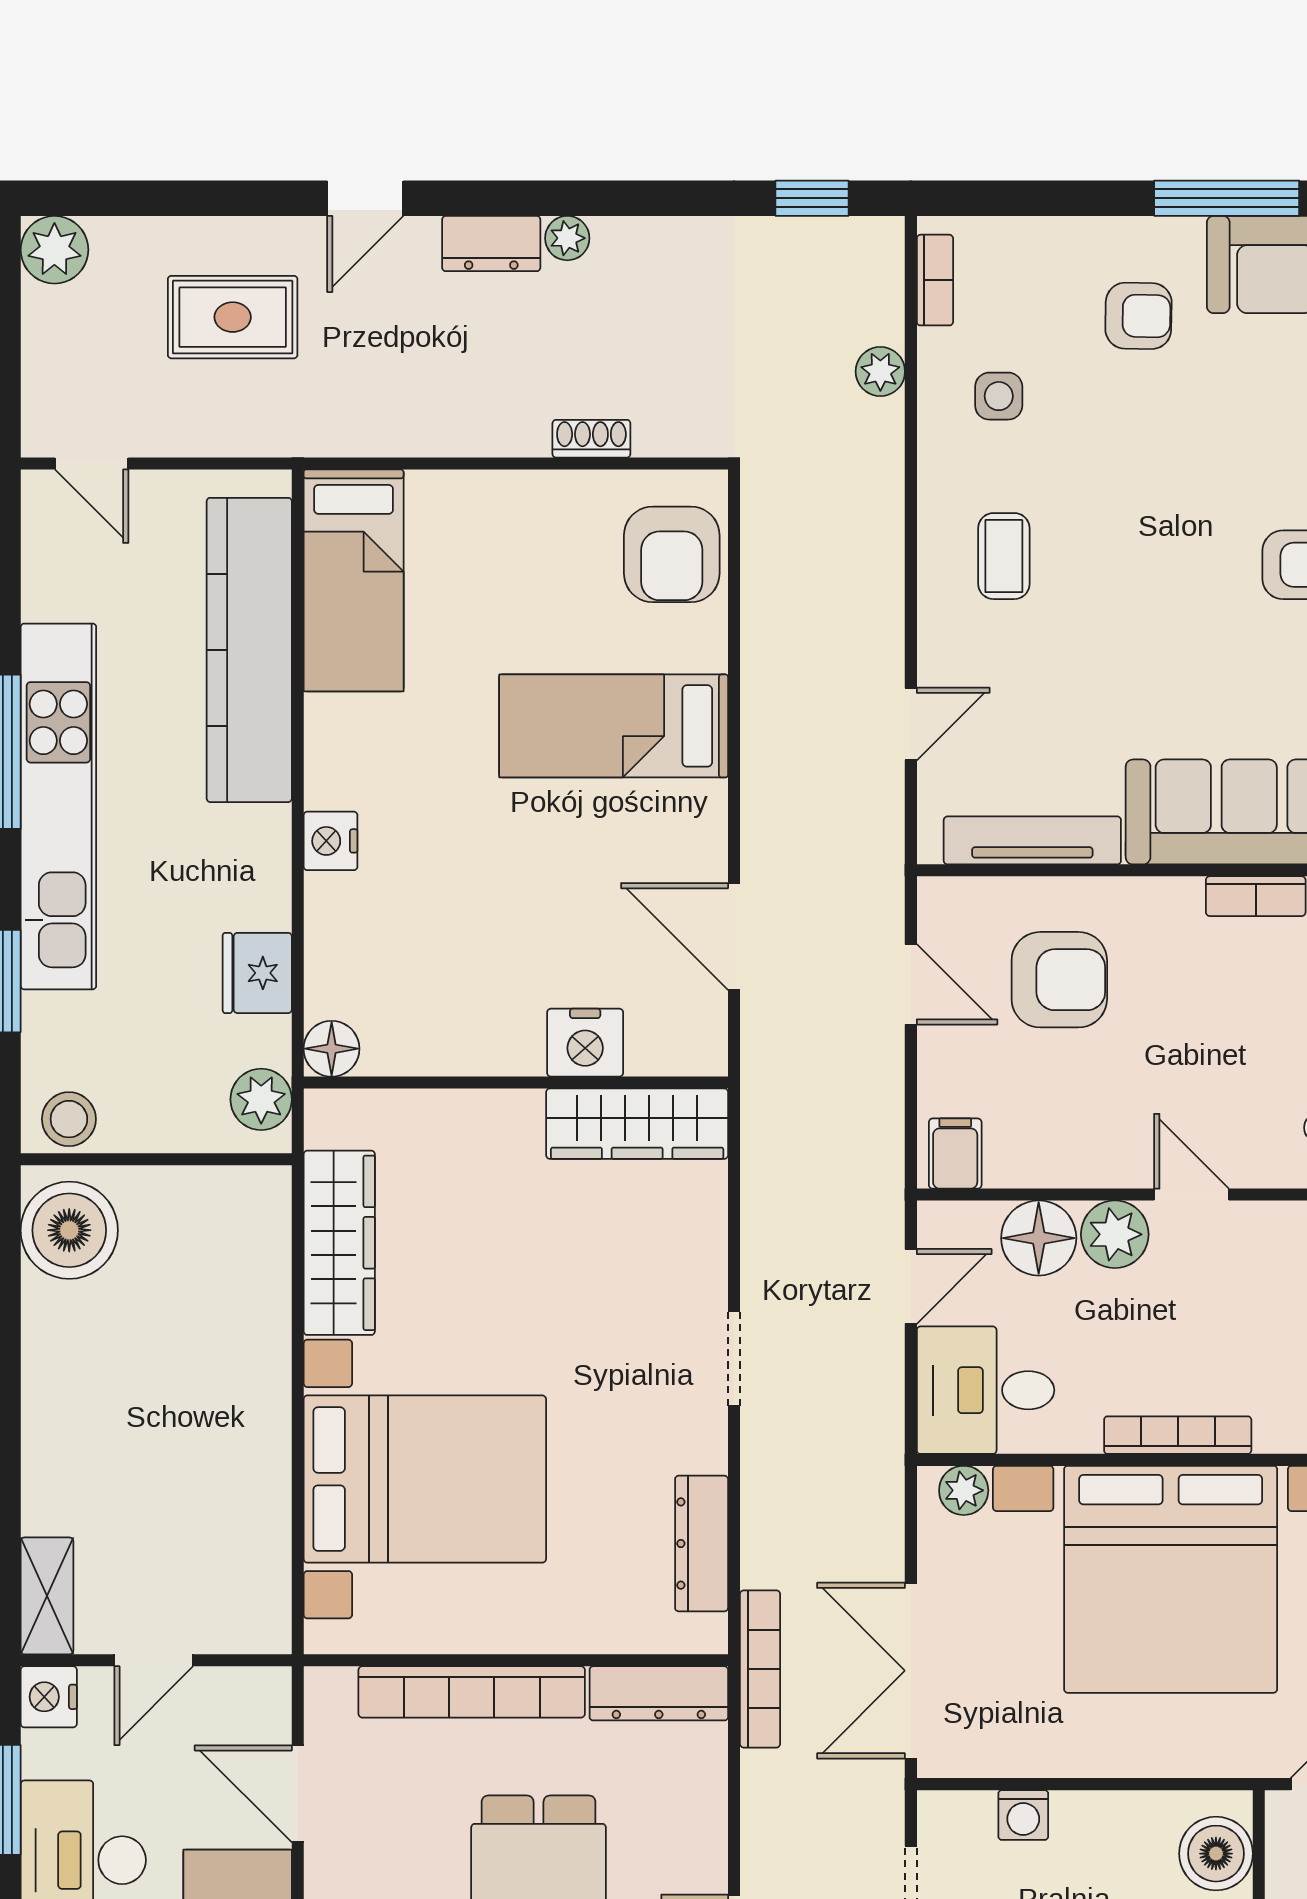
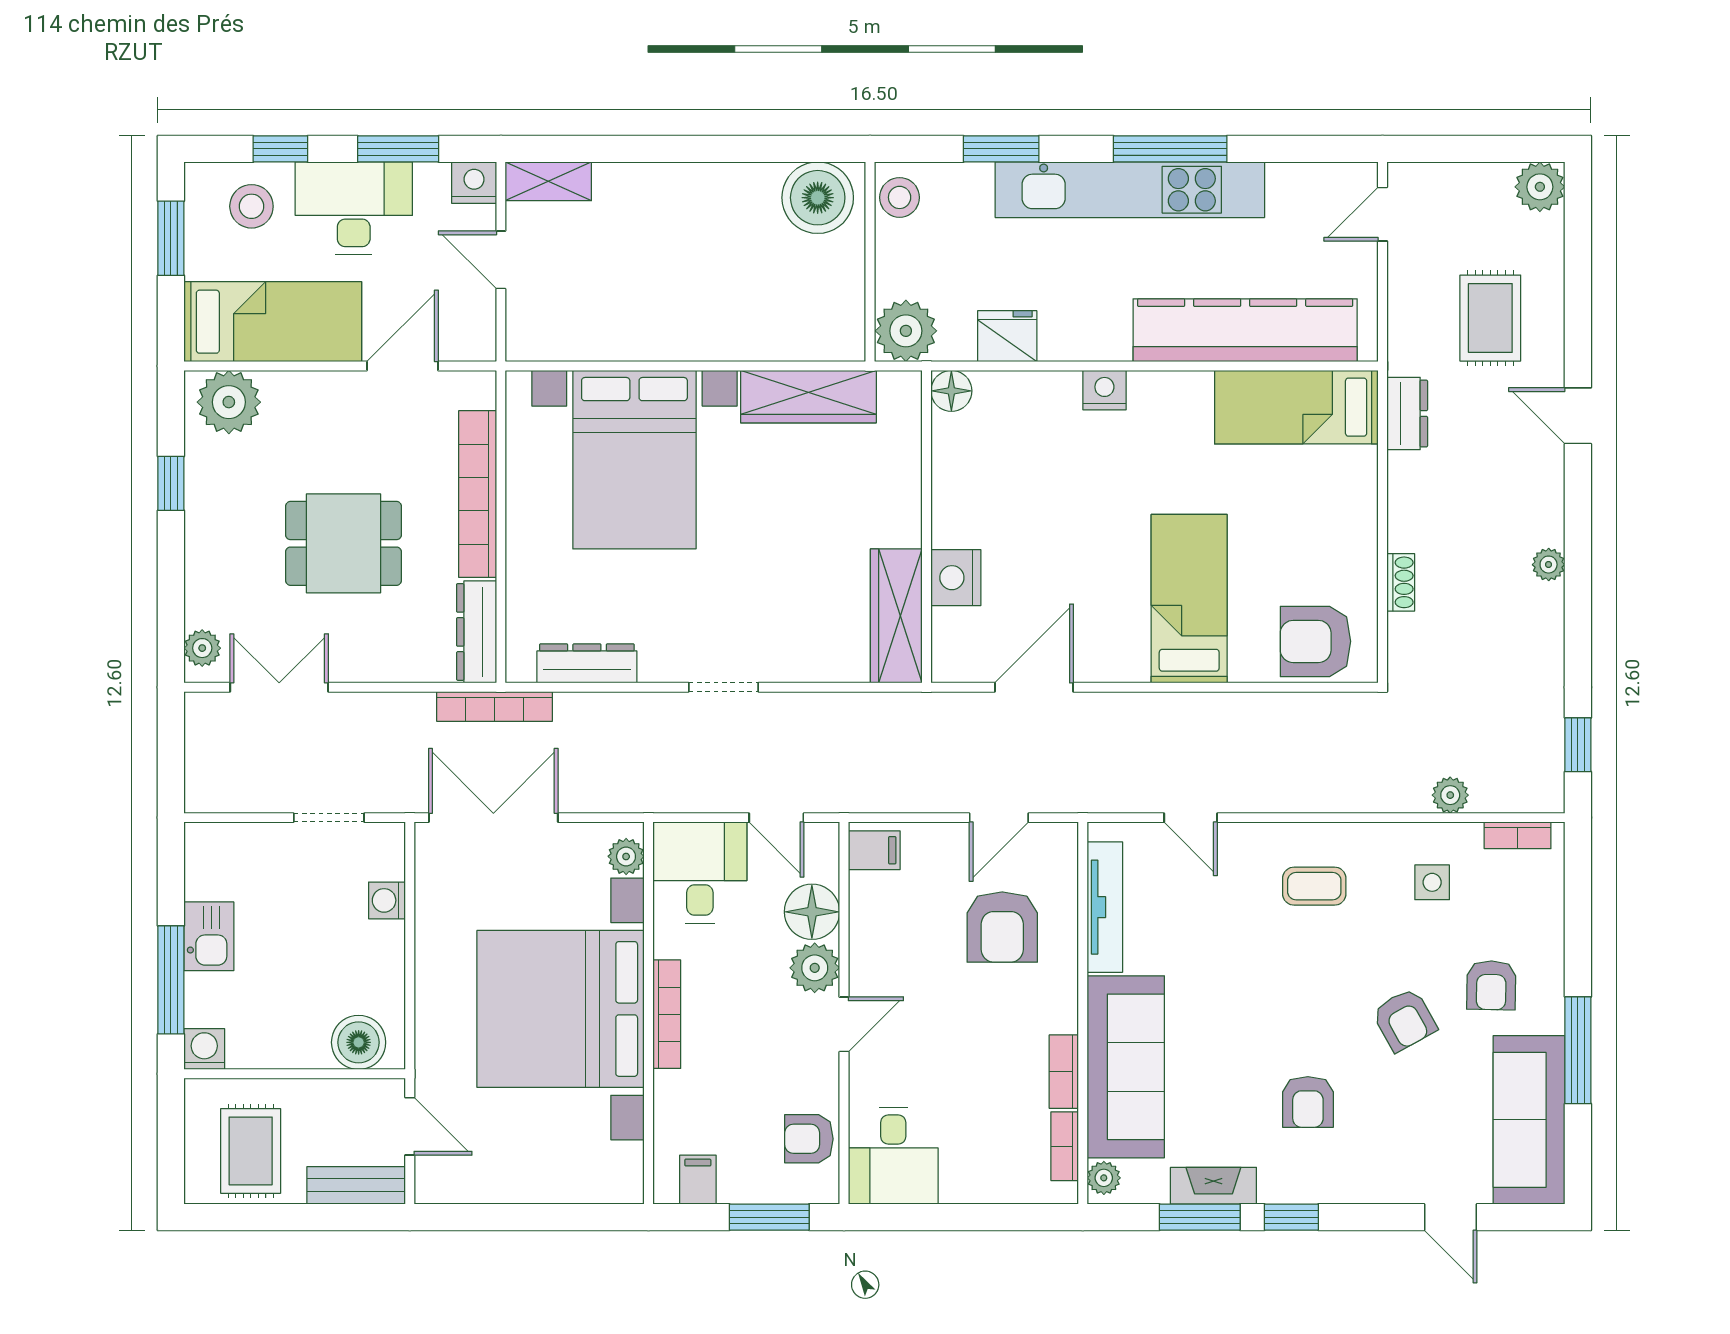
dresser: (491, 244) -> (1407, 414), moved, turned 180
armchair: (1185, 434) -> (1404, 1020), added
plant: (261, 1099) -> (906, 331), width x1.36, depth x1.36

